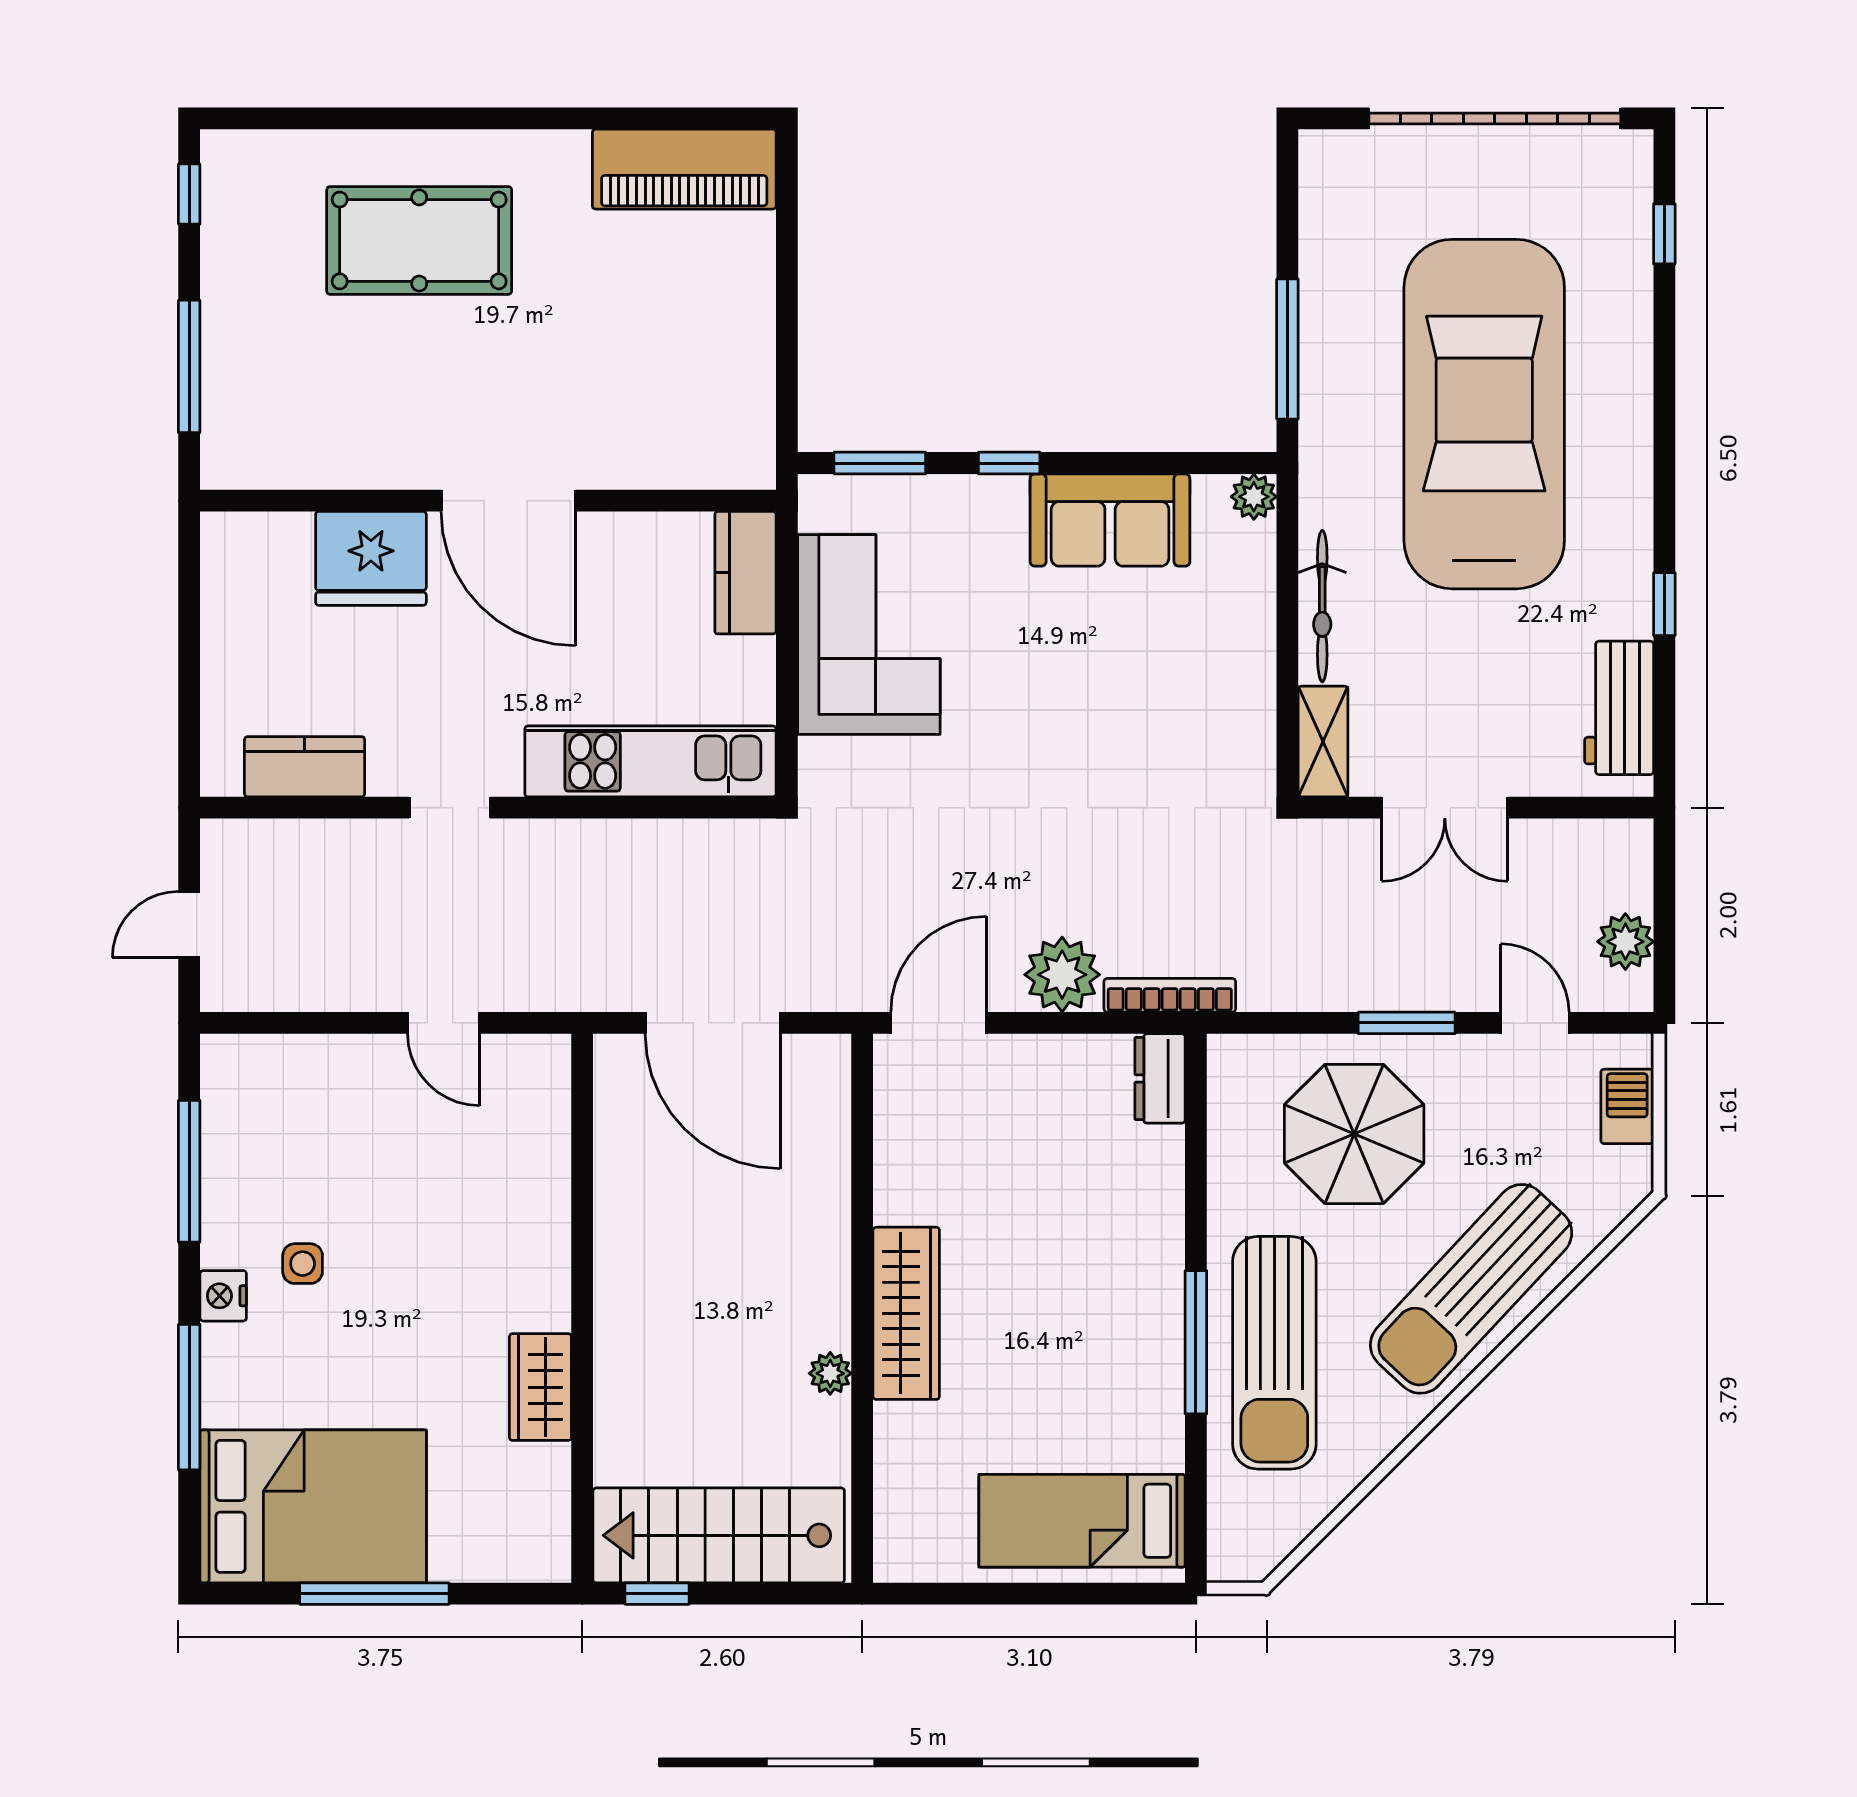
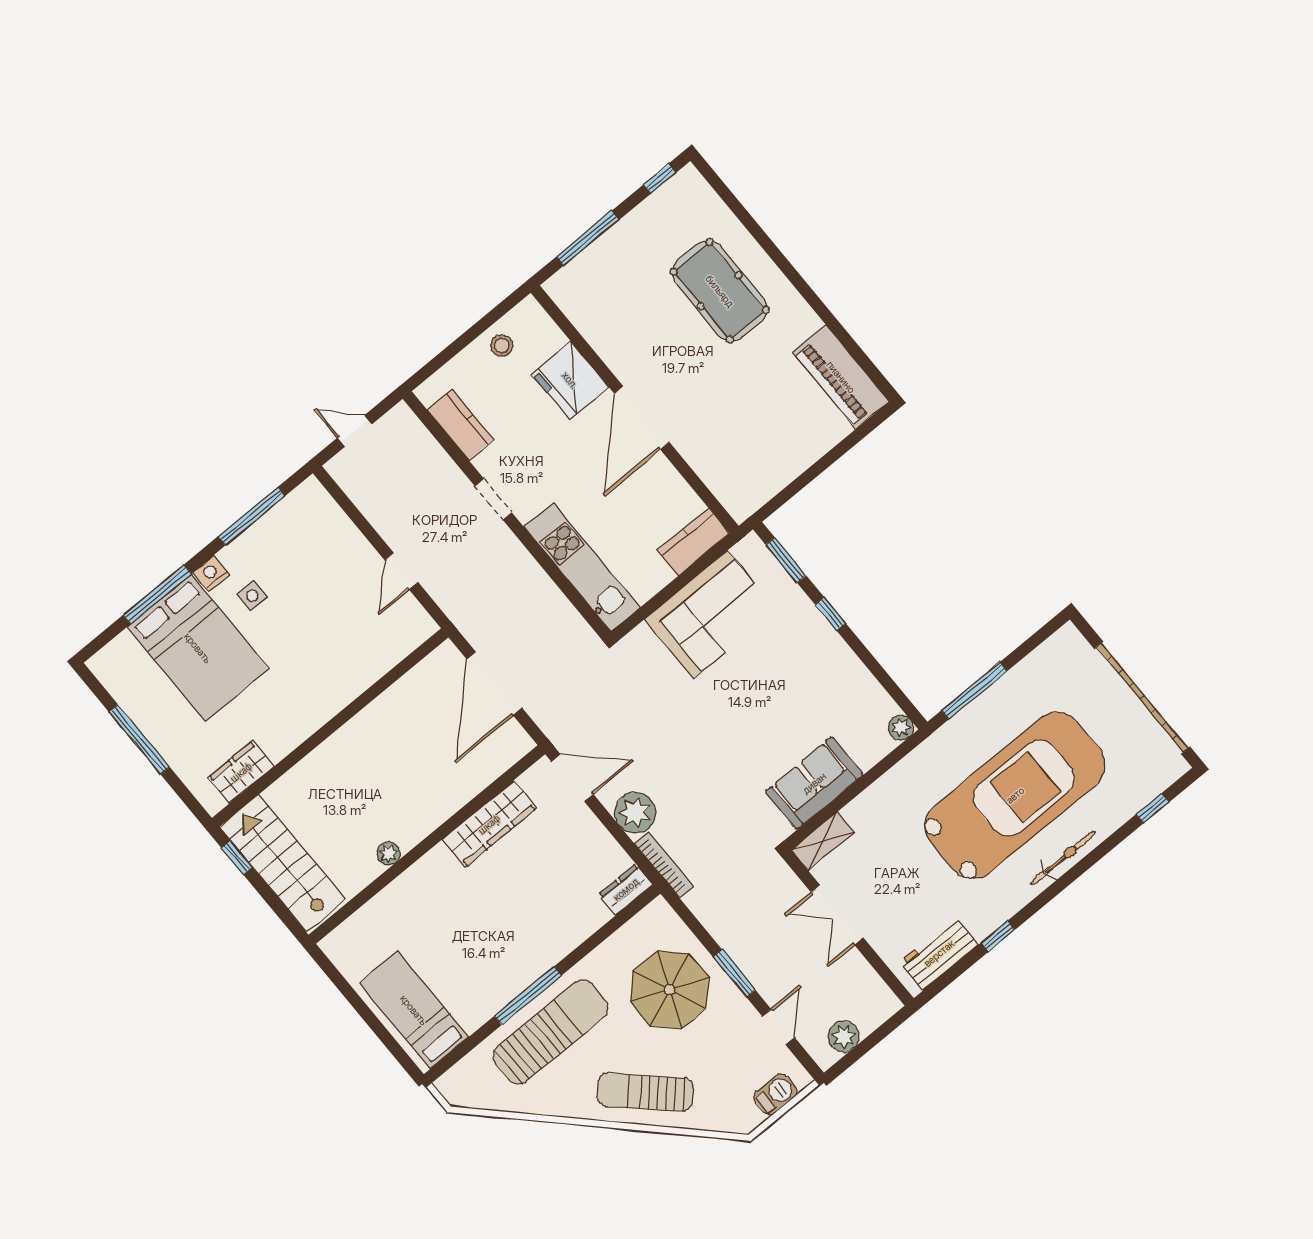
sofa: (1110, 520) -> (814, 783), moved, turned 90
bicycle: (1322, 606) -> (1063, 858), moved, turned 180
stool: (241, 615) -> (502, 346), added
sun lounger: (1471, 1289) -> (645, 1092), width x0.73, depth x0.75
wardrobe: (906, 1313) -> (489, 824), moved
sun lounger: (1274, 1353) -> (551, 1032), turned 180
wardrobe: (540, 1387) -> (241, 772), moved
bed: (313, 1506) -> (198, 648), moved

